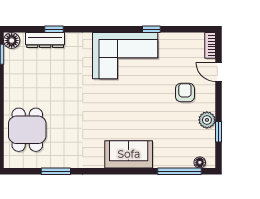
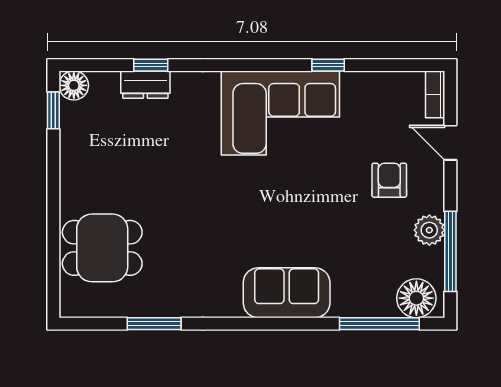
dresser: (45, 40) -> (145, 85), width x0.70
dining table: (27, 130) -> (102, 248), turned 90
window: (218, 132) -> (450, 251), width x2.17
floor lamp: (200, 162) -> (416, 298), width x1.89, depth x1.89

